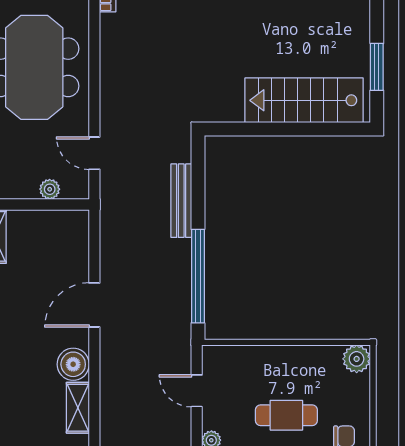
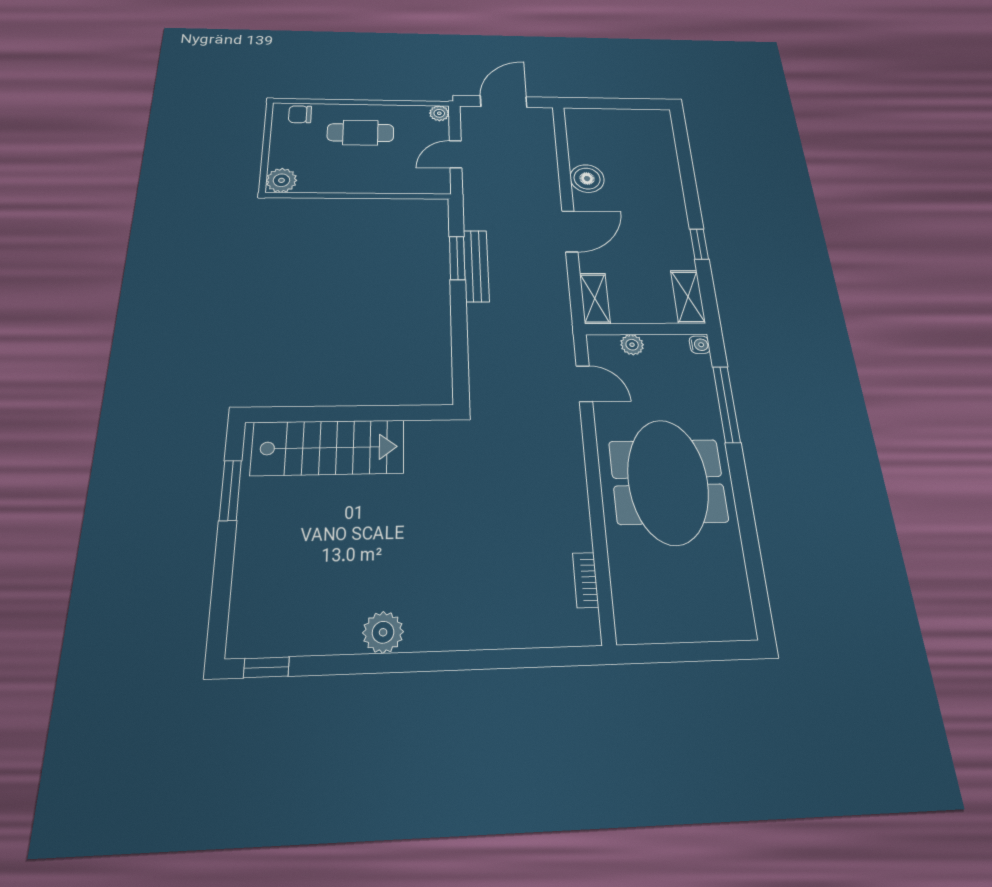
bench: (181, 201) -> (476, 266), moved
window: (198, 276) -> (457, 258), width x0.47
door: (197, 391) -> (456, 154), swing flipped
shelving: (78, 408) -> (595, 298), moved

